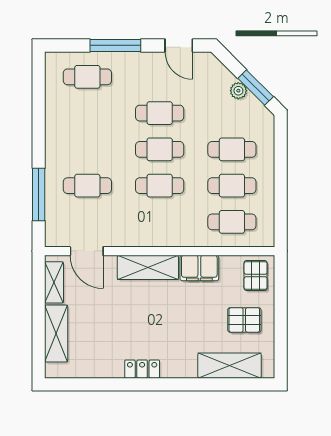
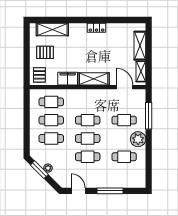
cafe table: (87, 77) -> (124, 157), moved
plant: (60, 148) -> (138, 139), added

